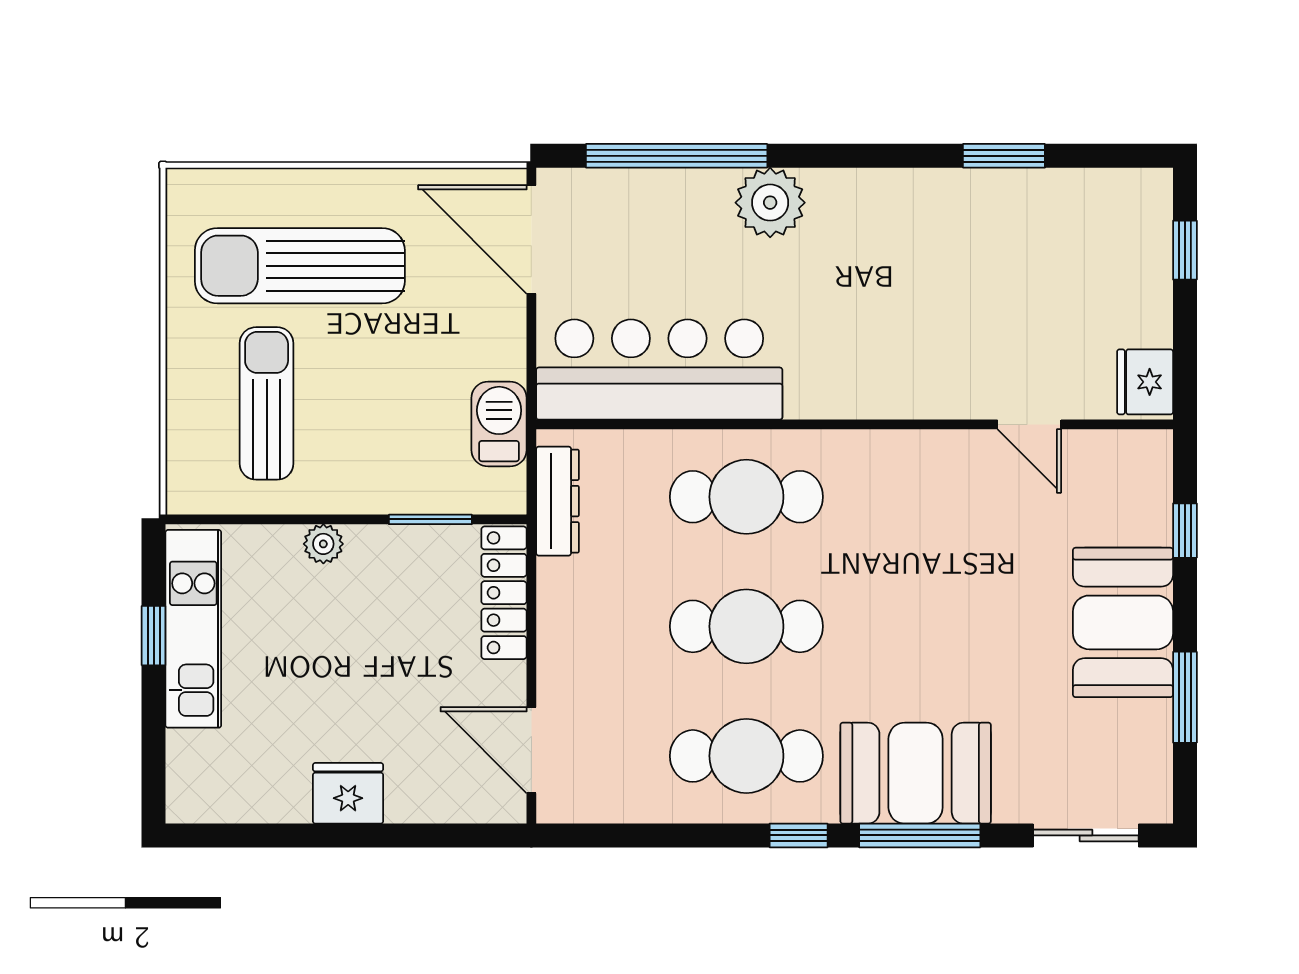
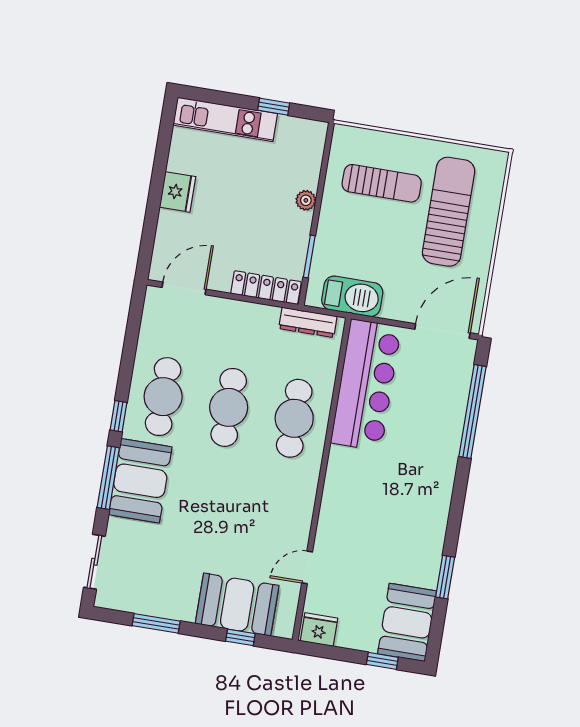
plant: (770, 203) -> (441, 455), removed
booth: (1103, 215) -> (407, 622), added
barbecue: (499, 424) -> (352, 296), width x1.37, depth x1.21
booth: (1123, 622) -> (237, 605), moved
kitchen unit: (193, 629) -> (225, 119), moved

